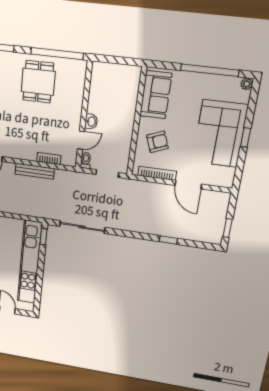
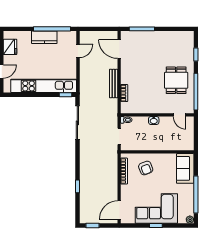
dining table: (38, 82) -> (176, 80), turned 90
sofa: (156, 95) -> (185, 168), moved, turned 90
door: (81, 140) -> (179, 115), moved
door: (188, 185) -> (119, 210), moved

